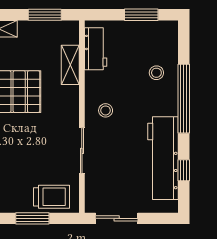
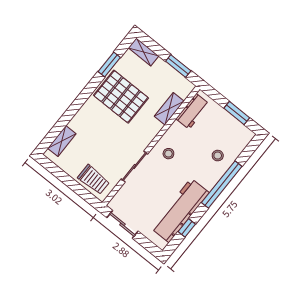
window: (32, 218) -> (71, 183), removed

